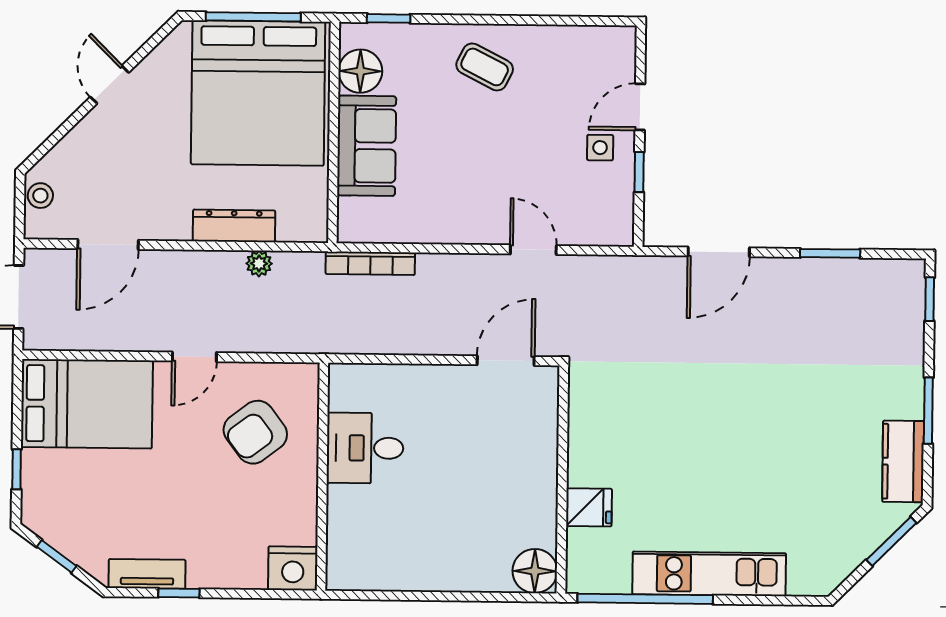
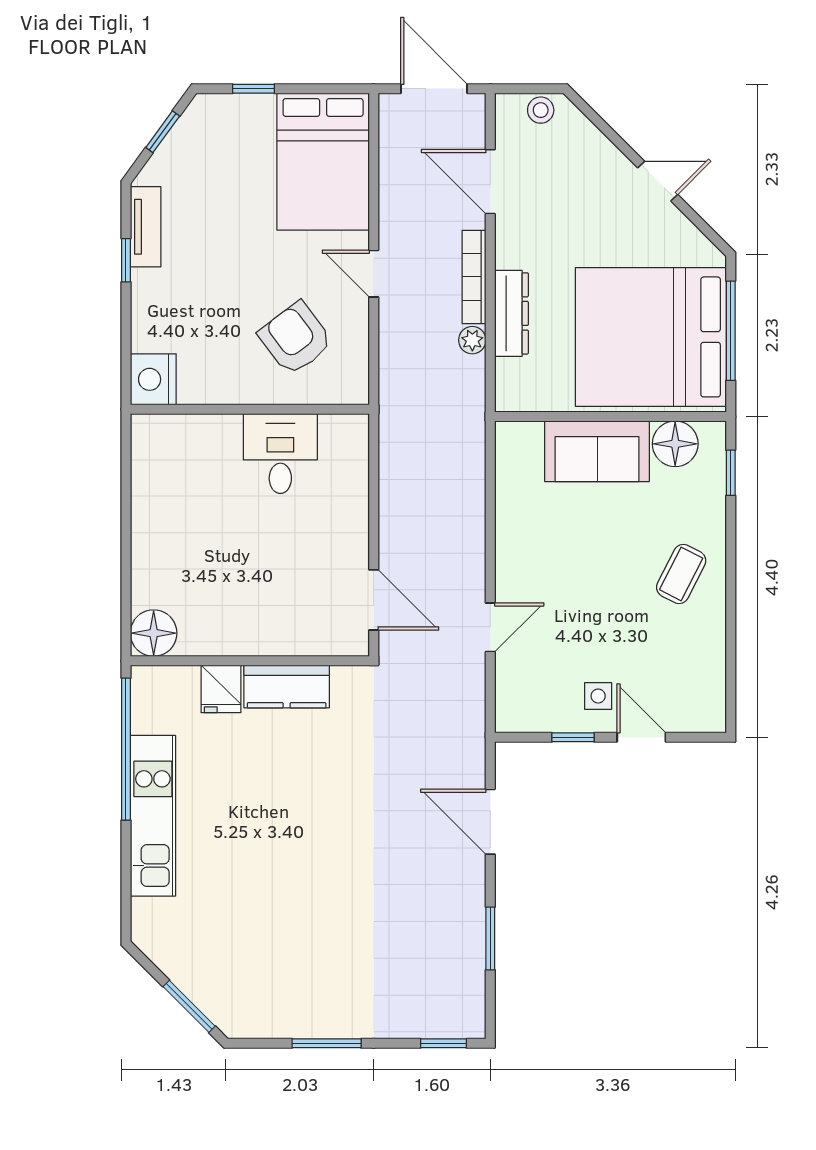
bookcase: (370, 263) -> (474, 277), moved
kitchen counter: (903, 461) -> (287, 686), moved, turned 180

